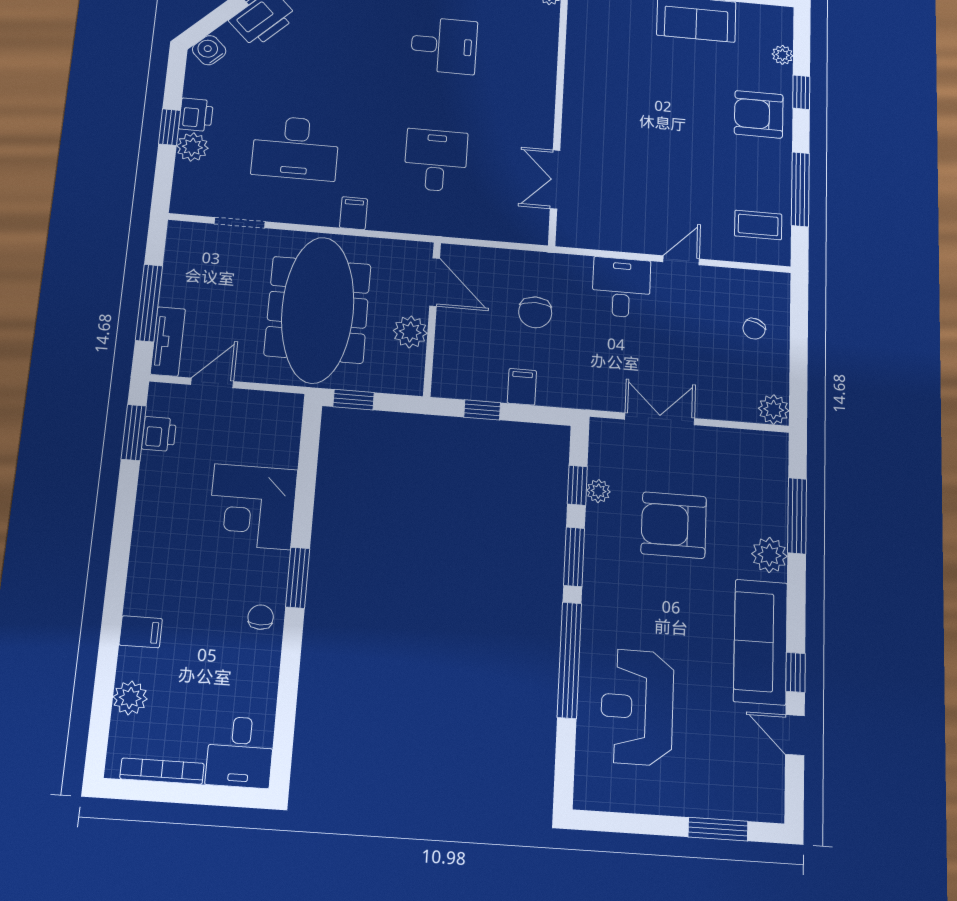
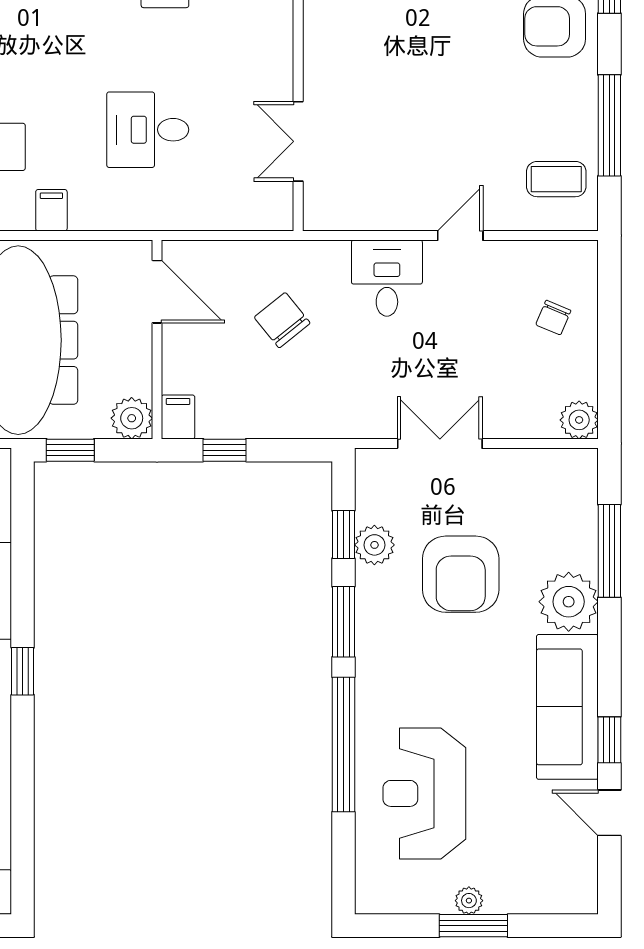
desk: (436, 160) -> (148, 130), turned -90
chair: (535, 312) -> (282, 320), turned 141
plant: (410, 332) -> (132, 418), moved
filing cabinet: (522, 387) -> (178, 417), moved
plant: (598, 491) -> (374, 545), width x1.38, depth x1.38
armchair: (674, 525) -> (461, 574), turned -90
plant: (769, 555) -> (569, 602), width x1.36, depth x1.36
window: (298, 578) -> (23, 671), width x0.67
plant: (673, 804) -> (469, 901), added
window: (718, 829) -> (473, 926), moved

